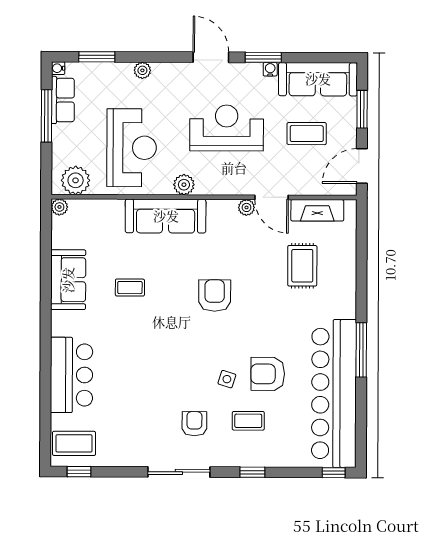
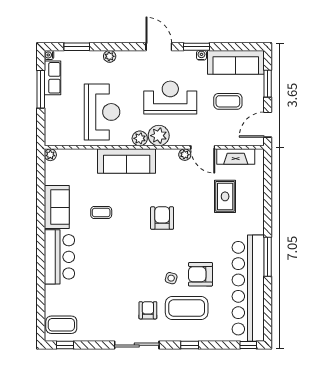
plant: (76, 180) -> (159, 136), moved
bar counter: (71, 375) -> (59, 257), moved
coffee table: (248, 421) -> (187, 308), width x1.86, depth x1.72

